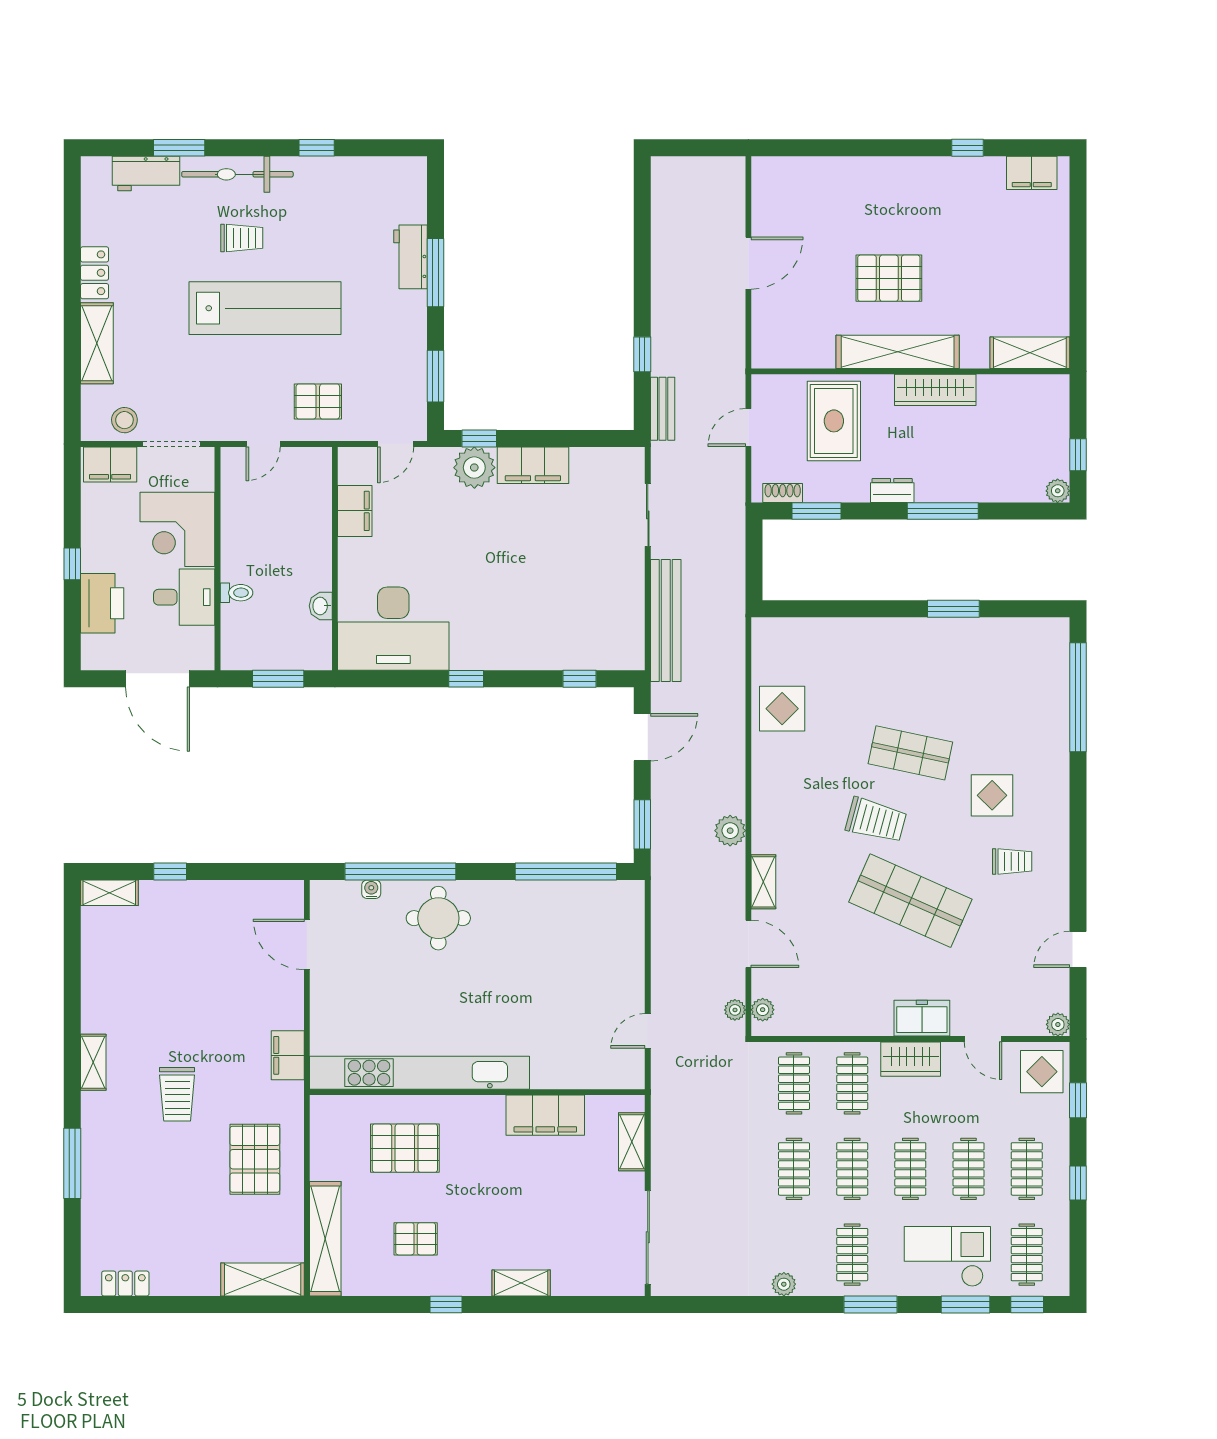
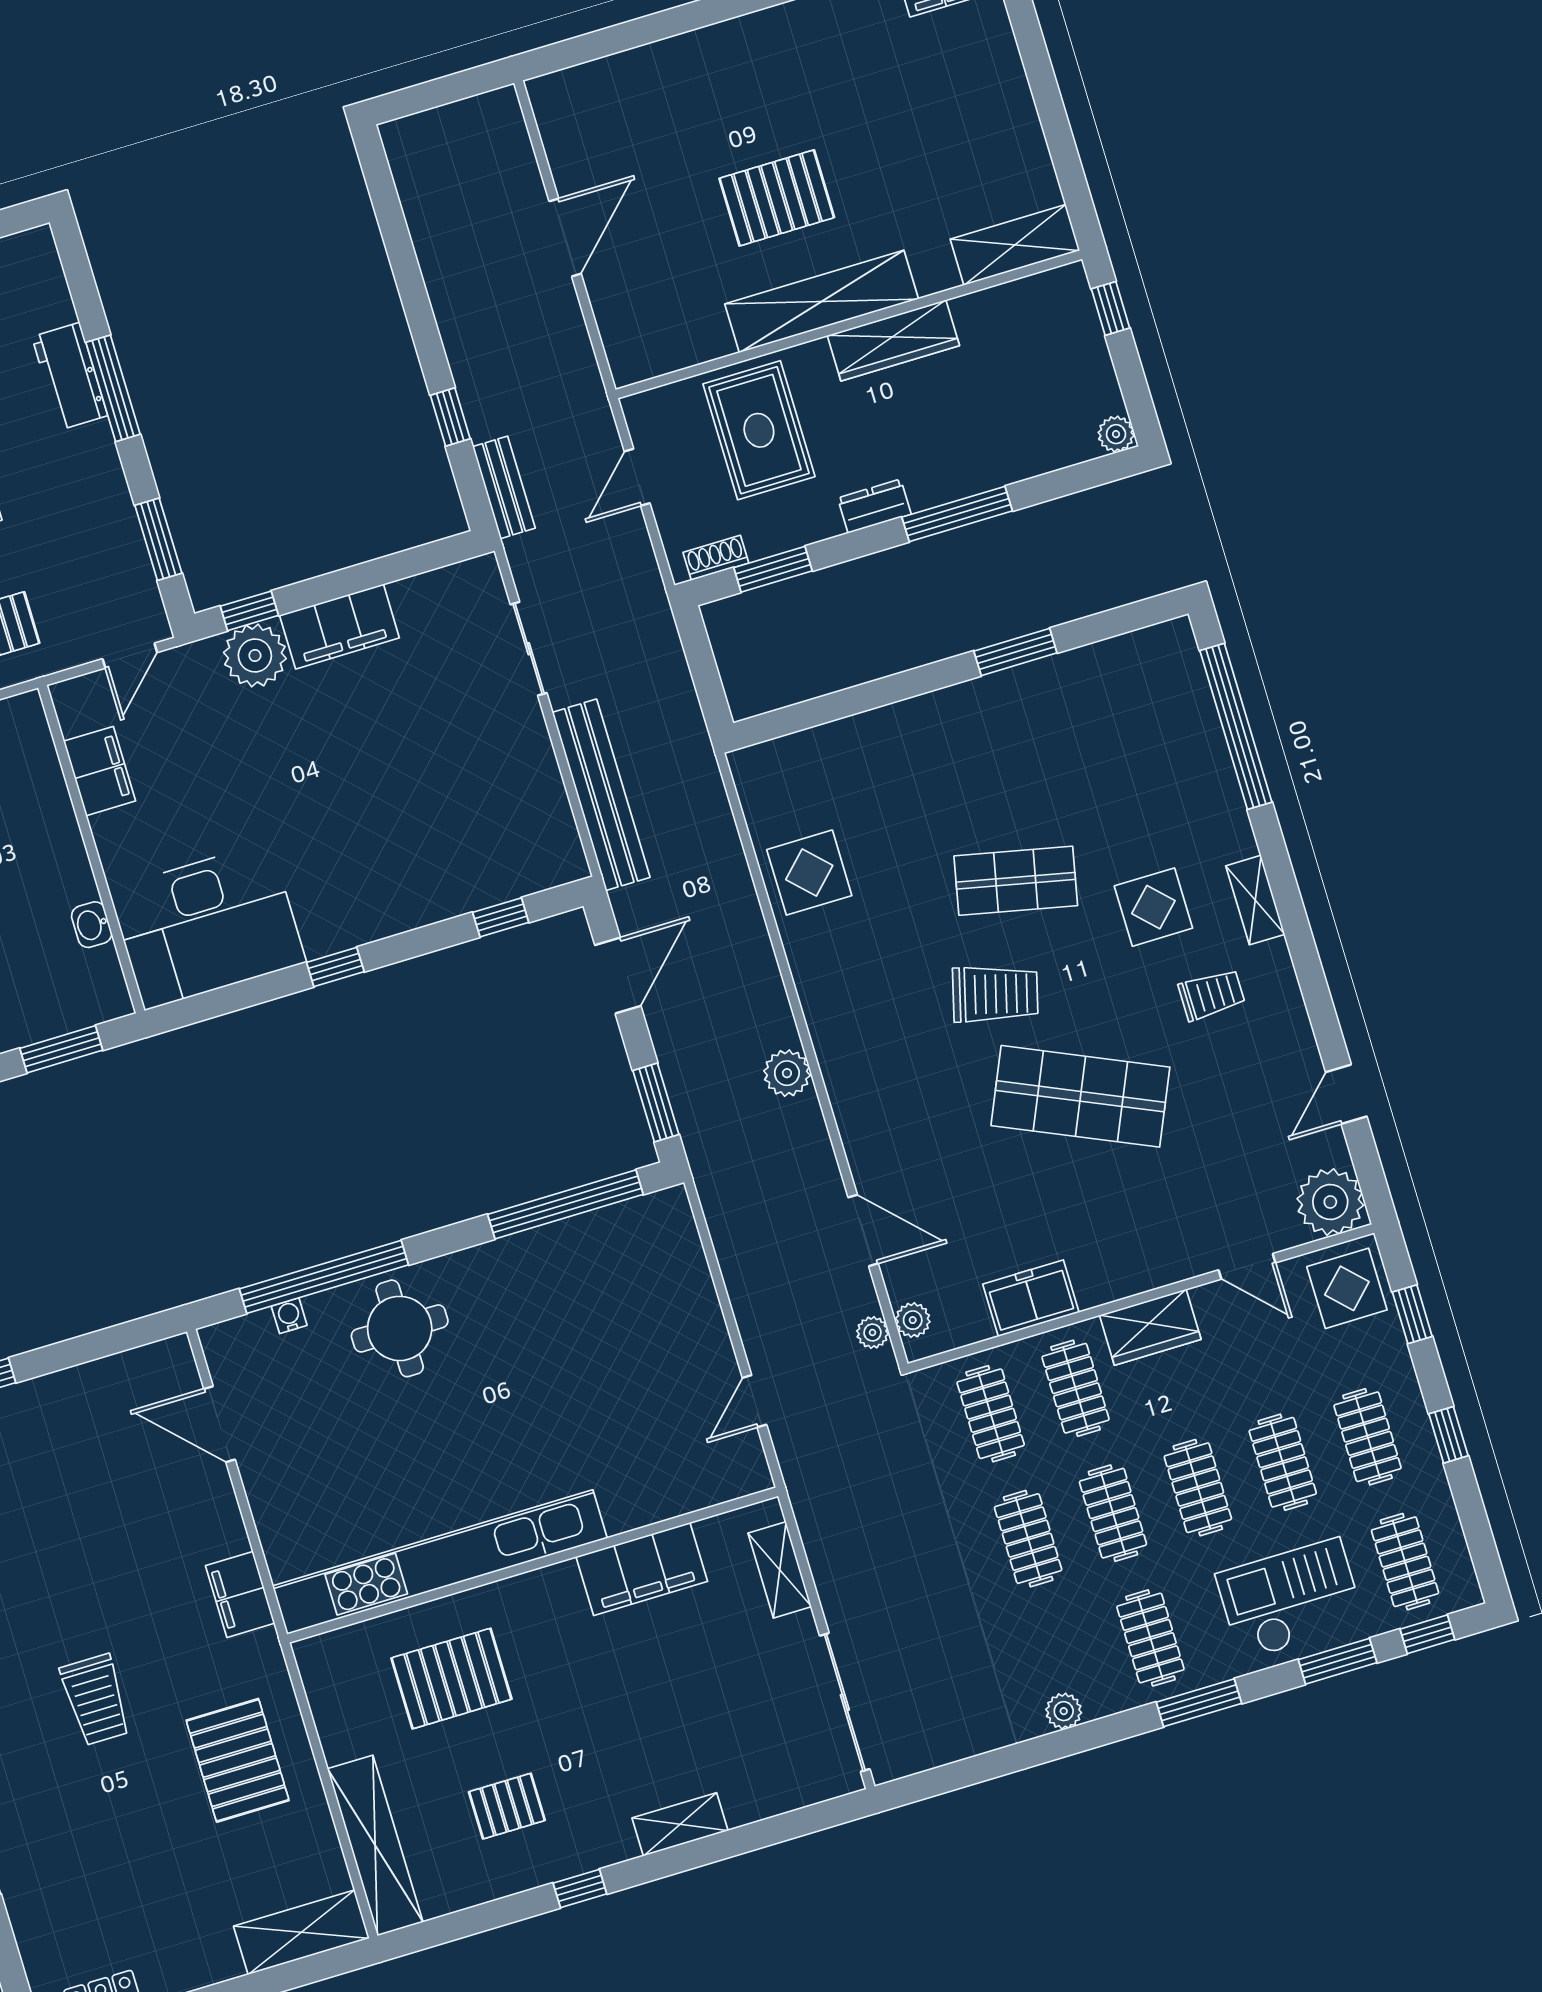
window: (1078, 455) -> (1111, 308), moved
shelving: (763, 882) -> (1255, 900), moved
freezer: (922, 1018) -> (1031, 1298), moved
plant: (1058, 1024) -> (1330, 1202), width x1.88, depth x1.88

